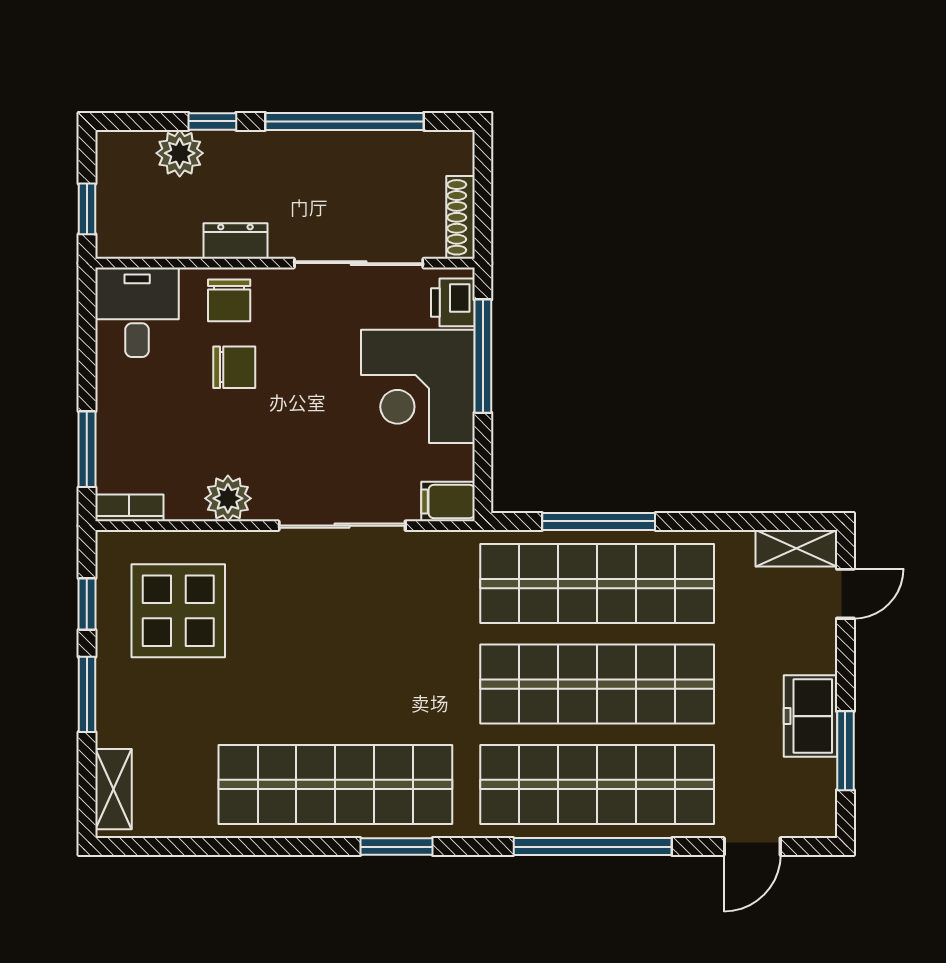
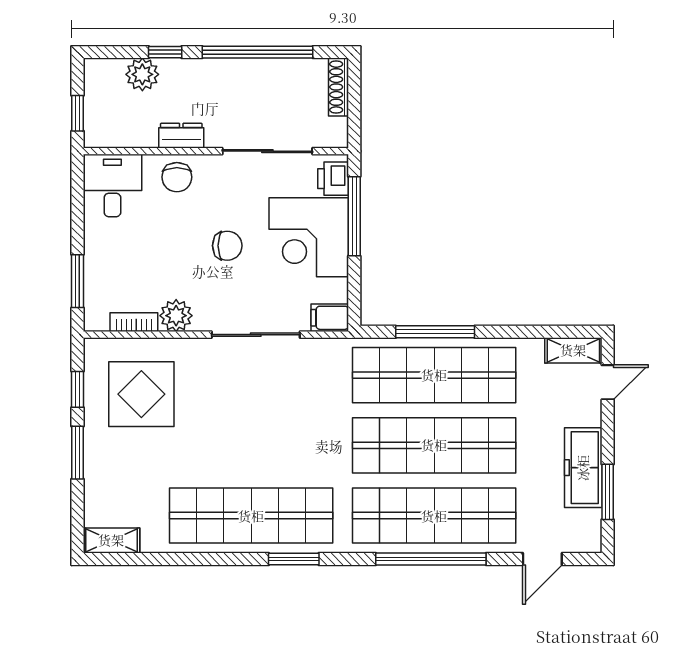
shoe rack: (460, 217) -> (339, 87), moved
chair: (234, 367) -> (227, 246), moved
bookcase: (129, 508) -> (134, 322), moved
freezer: (811, 716) -> (583, 468), width x1.40
shelving: (113, 789) -> (111, 540), moved, turned 90

